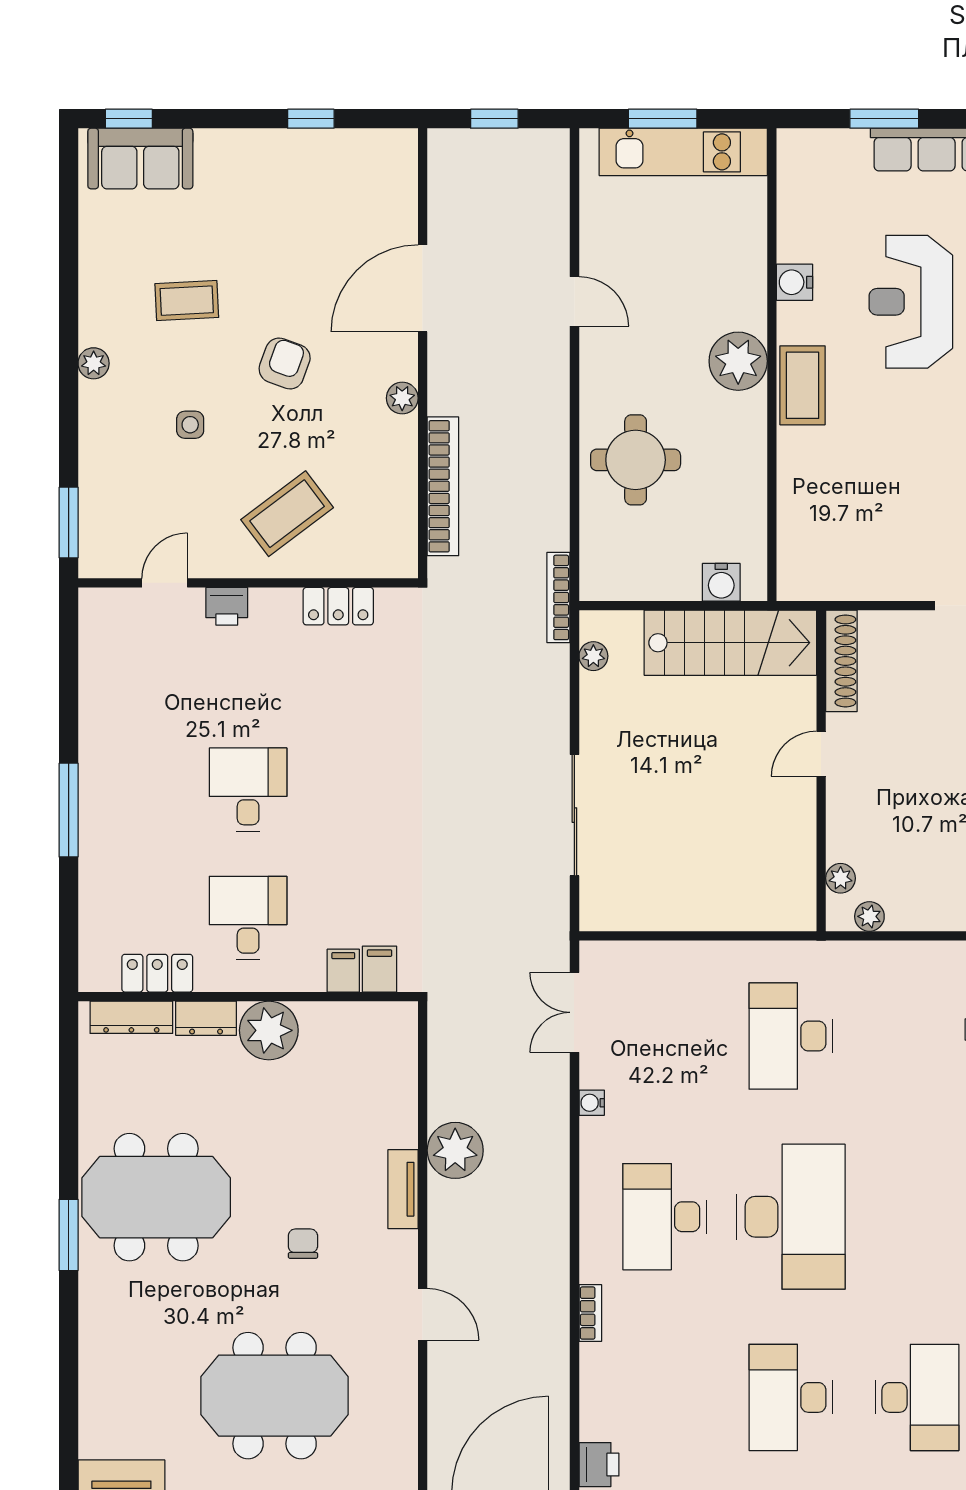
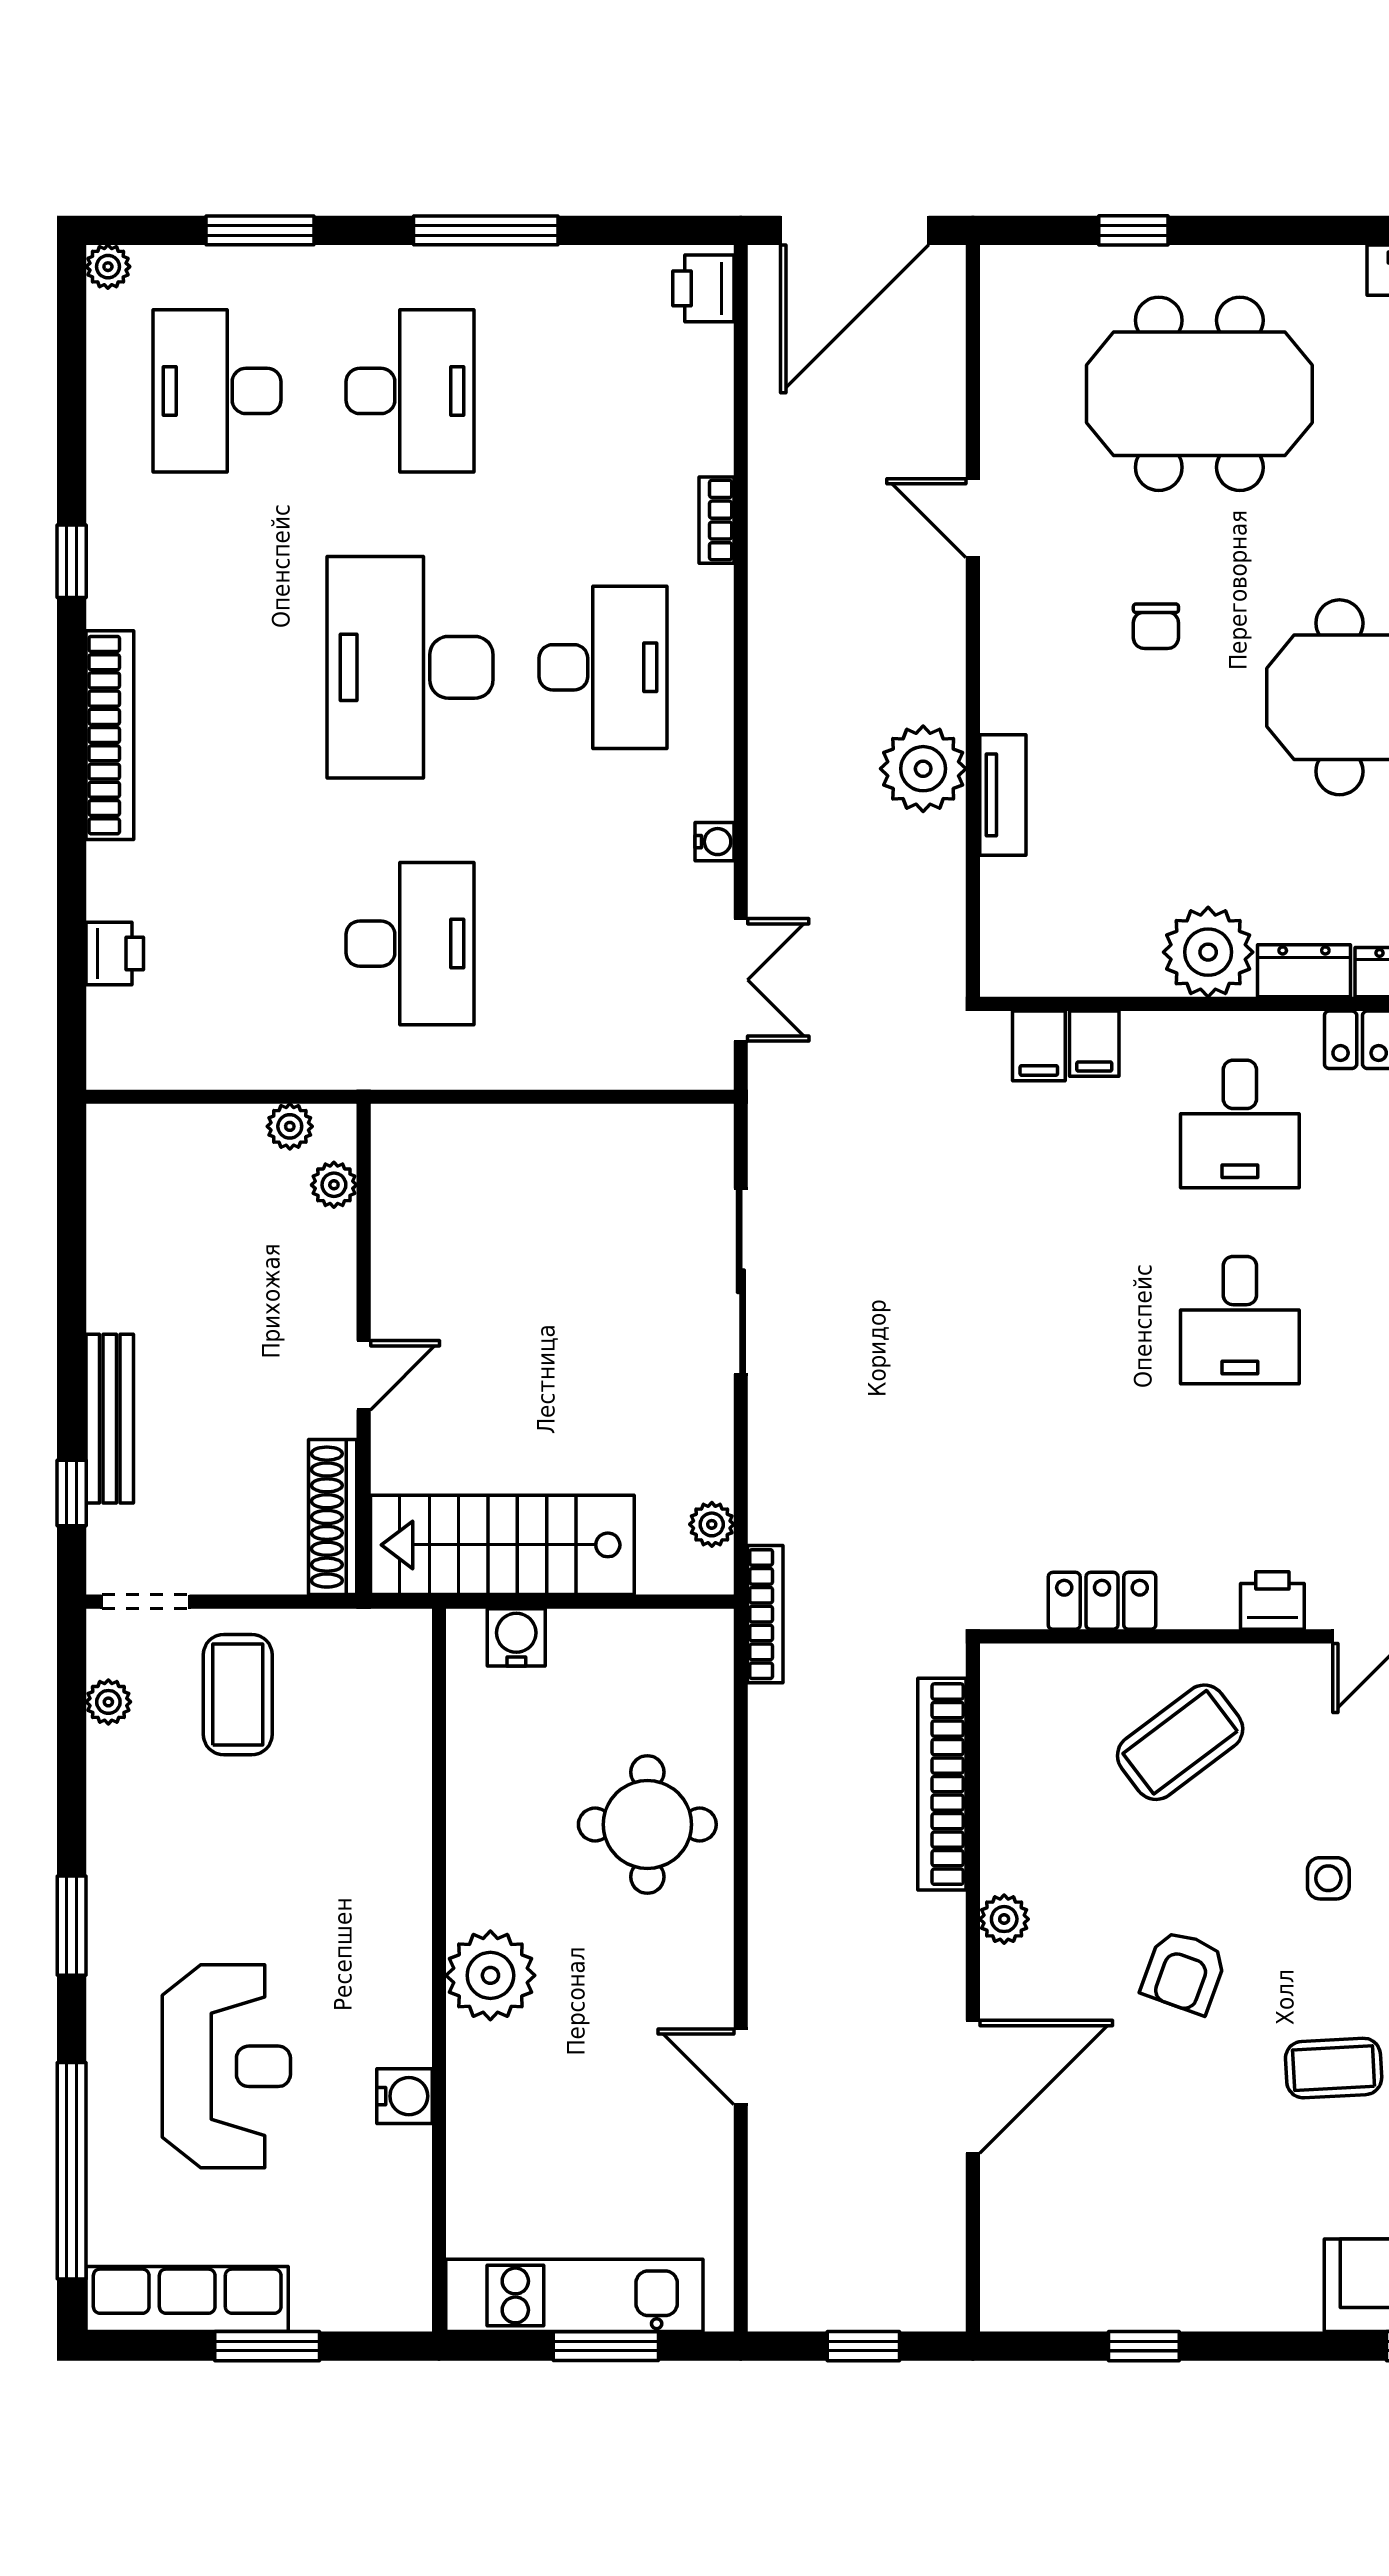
coffee table: (802, 385) -> (238, 1695), moved
tv unit: (403, 1189) -> (1003, 795), moved

